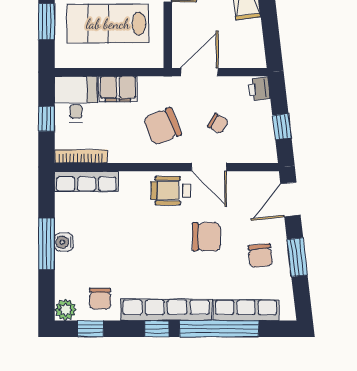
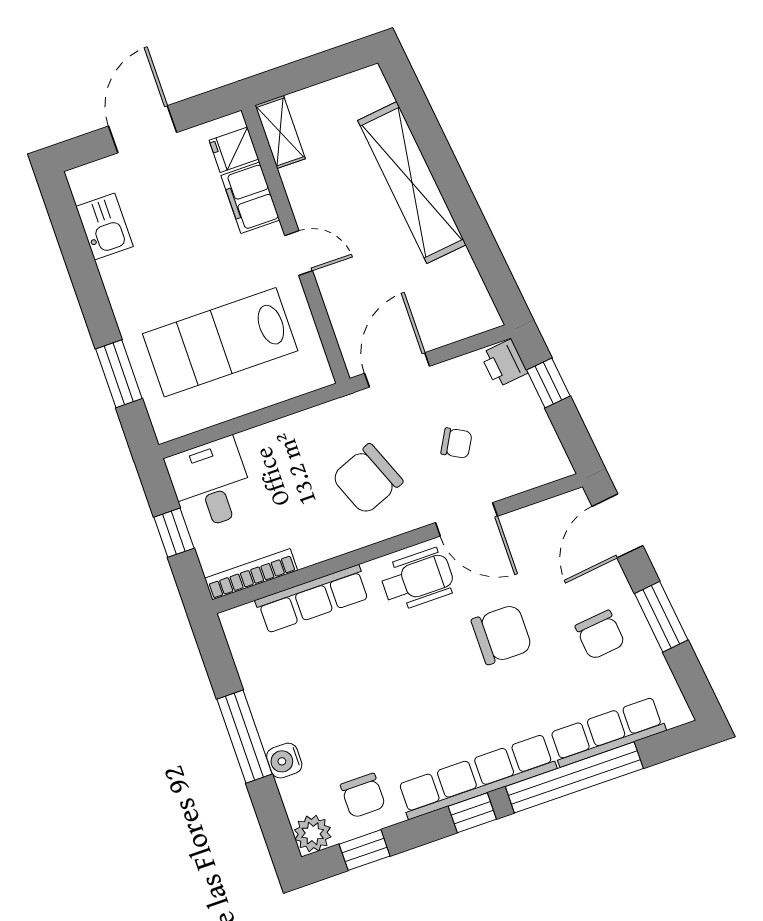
filing cabinet: (118, 89) -> (273, 443), removed
window: (282, 127) -> (548, 383), moved
row of seats: (87, 181) -> (312, 599), moved
wheelchair: (171, 191) -> (417, 579), turned 180
water cooler: (64, 242) -> (284, 761), moved

